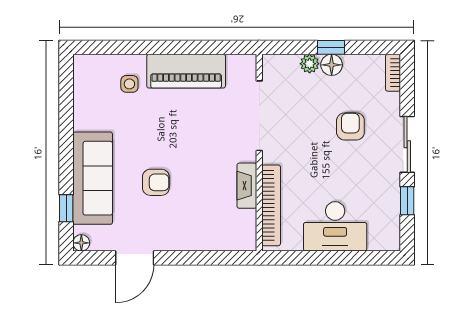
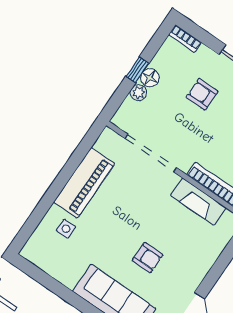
armchair: (156, 182) -> (148, 258), turned 90
fireplace: (247, 186) -> (198, 202), width x1.37, depth x1.32

